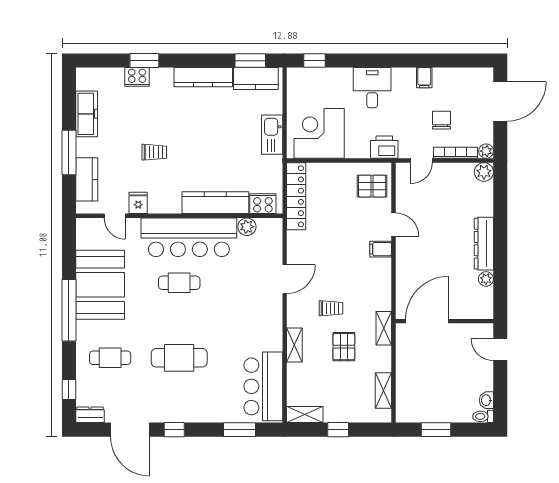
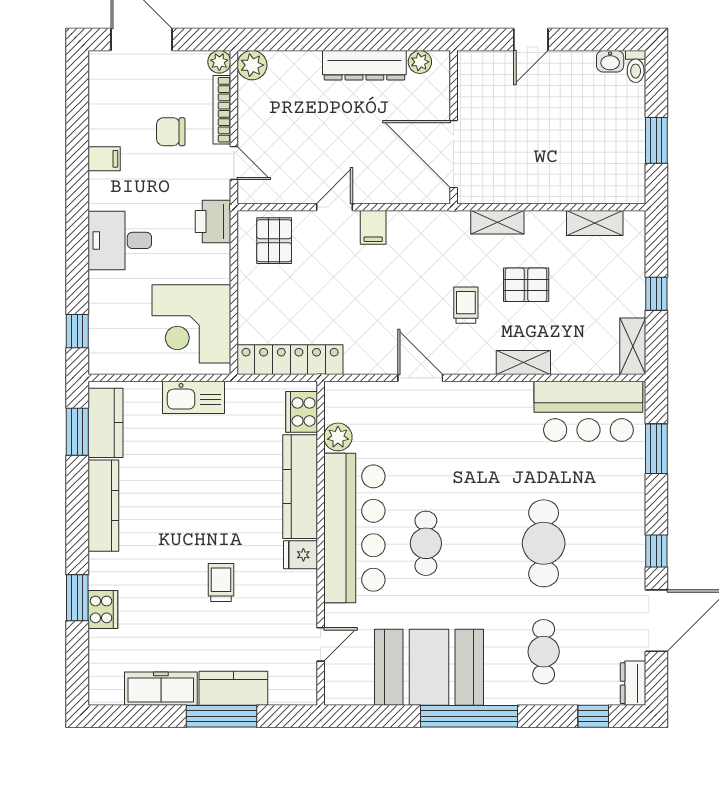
kitchen counter: (87, 179) -> (233, 688), moved
fridge: (138, 203) -> (301, 555), moved
door: (427, 321) -> (454, 154), moved
wall: (444, 321) -> (454, 127), moved

